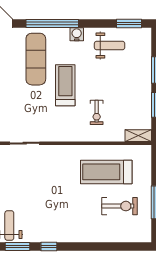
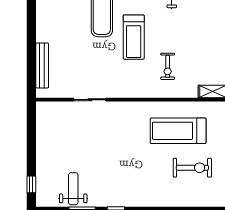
treadmill: (65, 85) -> (134, 37), turned 180

